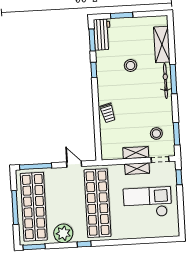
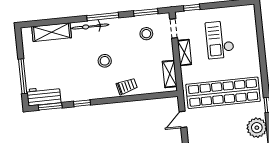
window: (122, 15) -> (23, 76), width x1.44
stool: (131, 65) -> (105, 61), moved
window: (173, 79) -> (103, 17), moved
shelving: (136, 153) -> (170, 74), moved
checkout: (148, 202) -> (220, 40), width x0.73, depth x0.83

